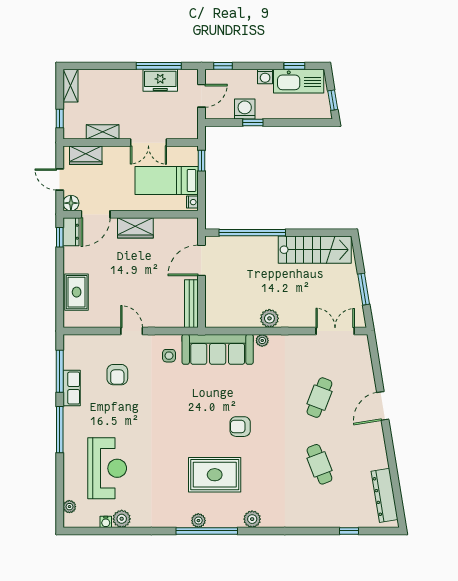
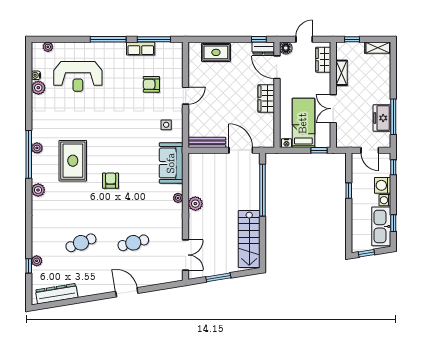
washing machine: (245, 109) -> (383, 185), moved, turned 180
sofa: (218, 349) -> (171, 163), width x0.73
cafe table: (319, 398) -> (133, 243), turned -36
plant: (342, 521) -> (37, 261), added

